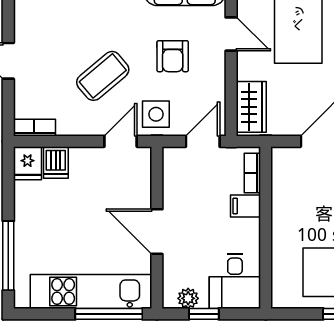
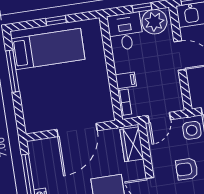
armchair: (173, 56) -> (187, 169), turned -90
plant: (188, 298) -> (154, 22), width x1.88, depth x1.88

